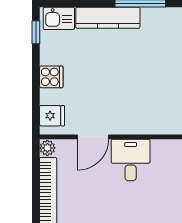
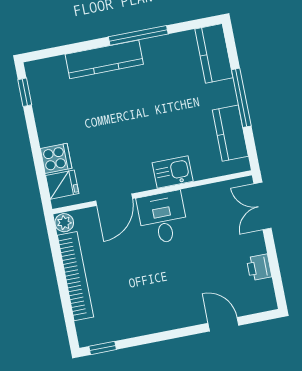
kitchen sink: (59, 18) -> (173, 172), moved, turned 180
cooker: (51, 77) -> (56, 158), moved

